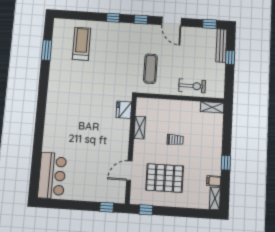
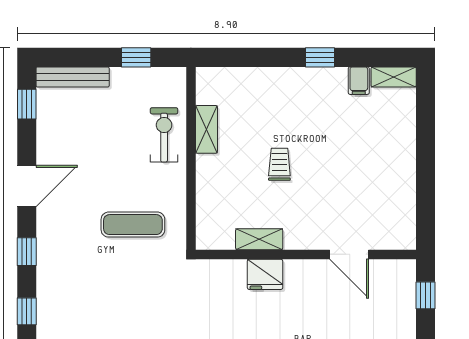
window: (230, 57) -> (136, 57), moved
shelving: (212, 107) -> (206, 129), moved
fridge: (124, 110) -> (265, 274), moved
pallet: (165, 178) -> (359, 181), removed
window: (146, 210) -> (426, 216), removed

